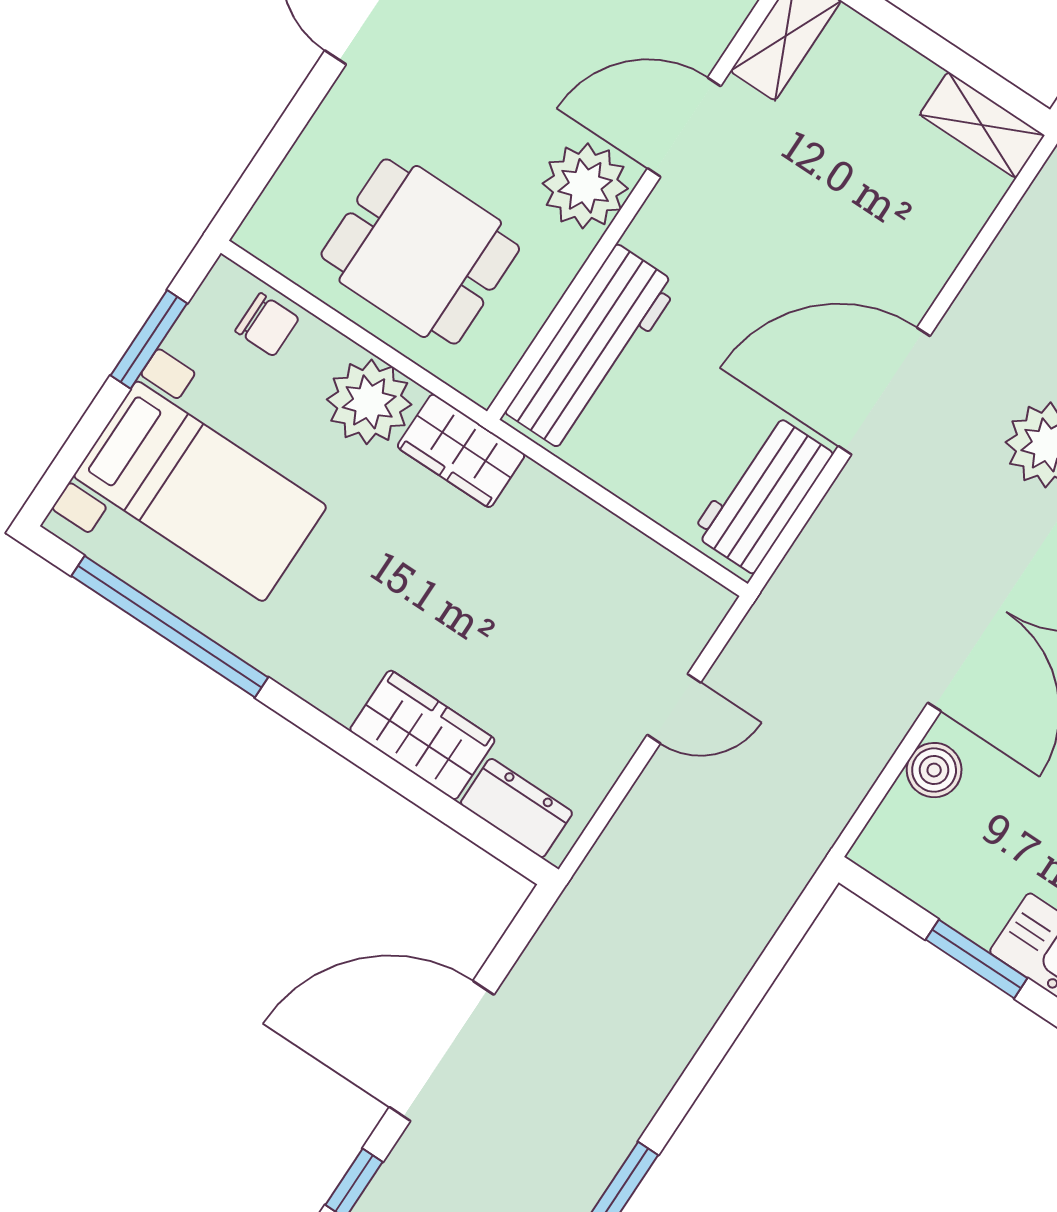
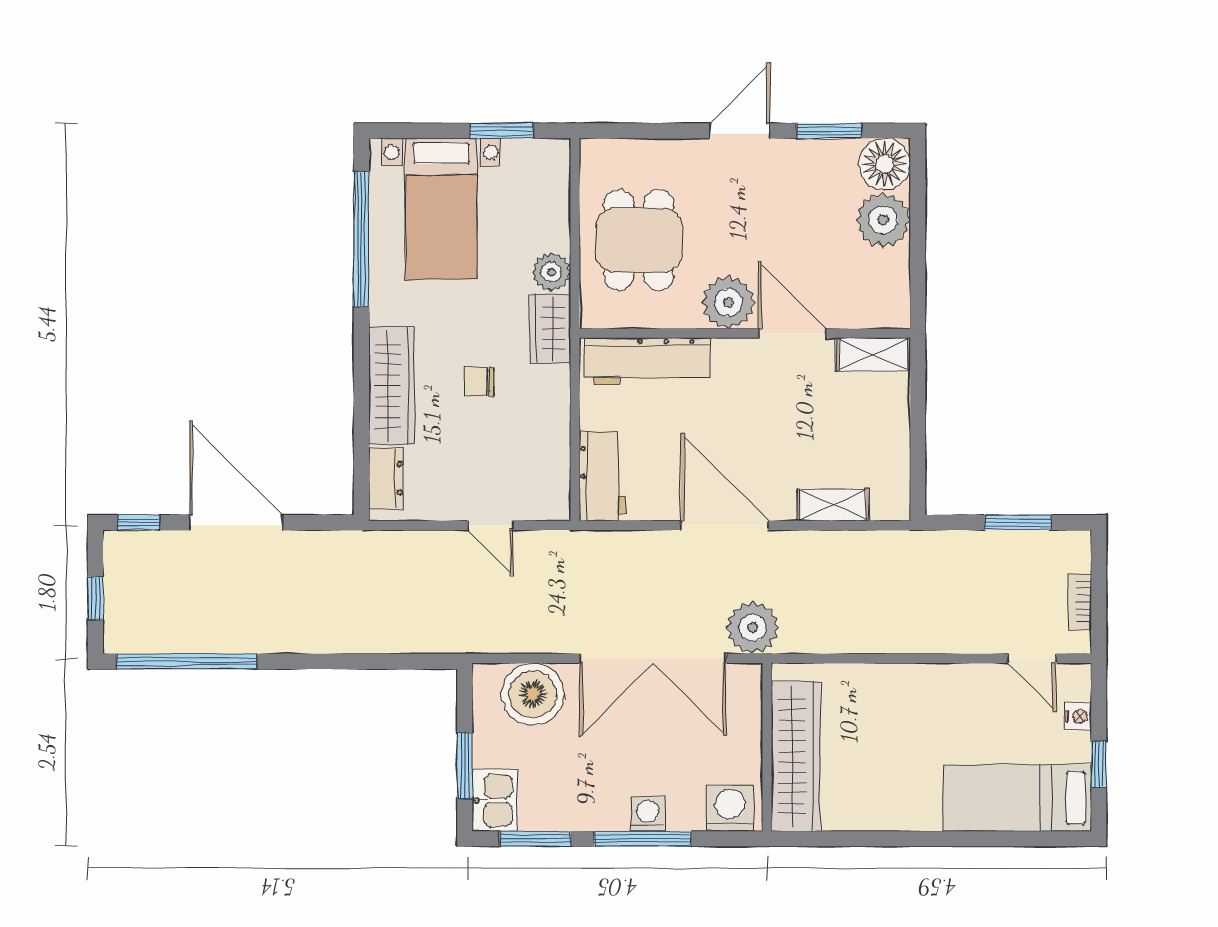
shelving: (982, 125) -> (833, 505), moved, turned 90
chair: (267, 325) -> (479, 382), moved, turned 90
plant: (369, 402) -> (551, 272), width x0.73, depth x0.73
workbench: (762, 493) -> (603, 476), moved, turned 90
wardrobe: (422, 735) -> (392, 386), width x1.50
boiler: (934, 770) -> (533, 694), width x1.86, depth x1.86

